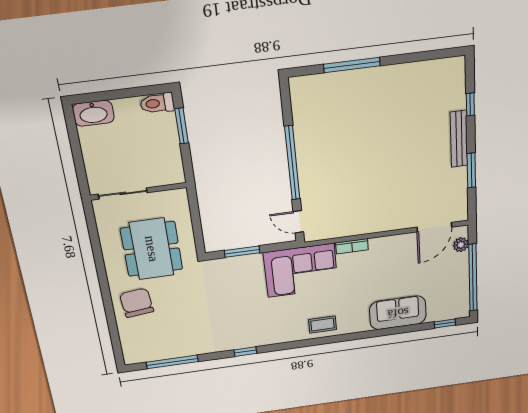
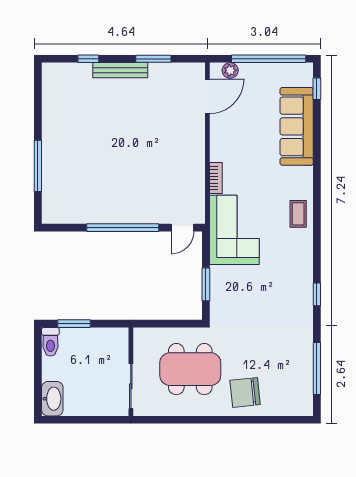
door: (434, 227) -> (207, 96), hinge flipped
sofa: (398, 313) -> (297, 126), width x1.36

